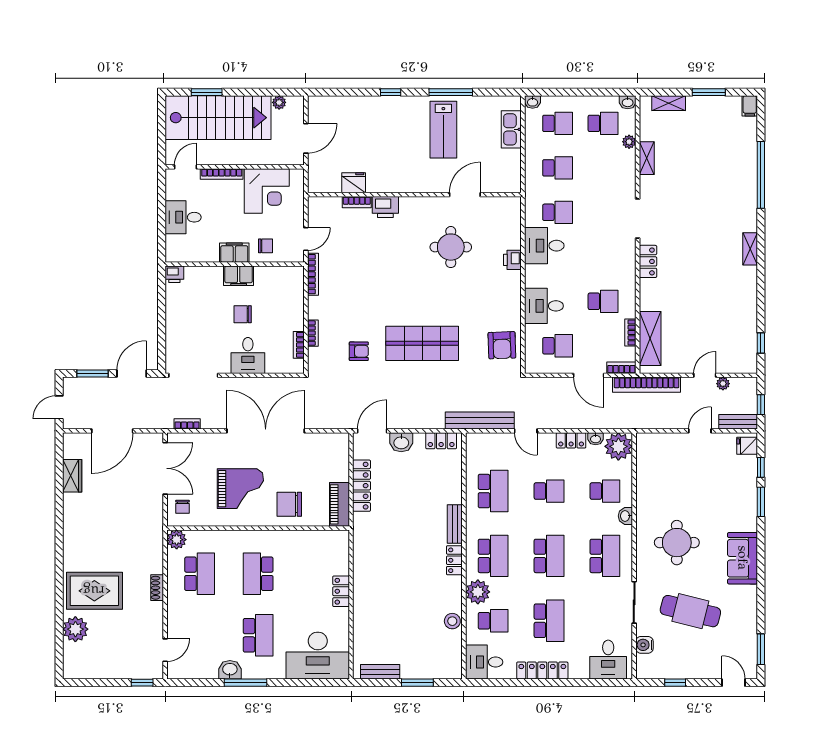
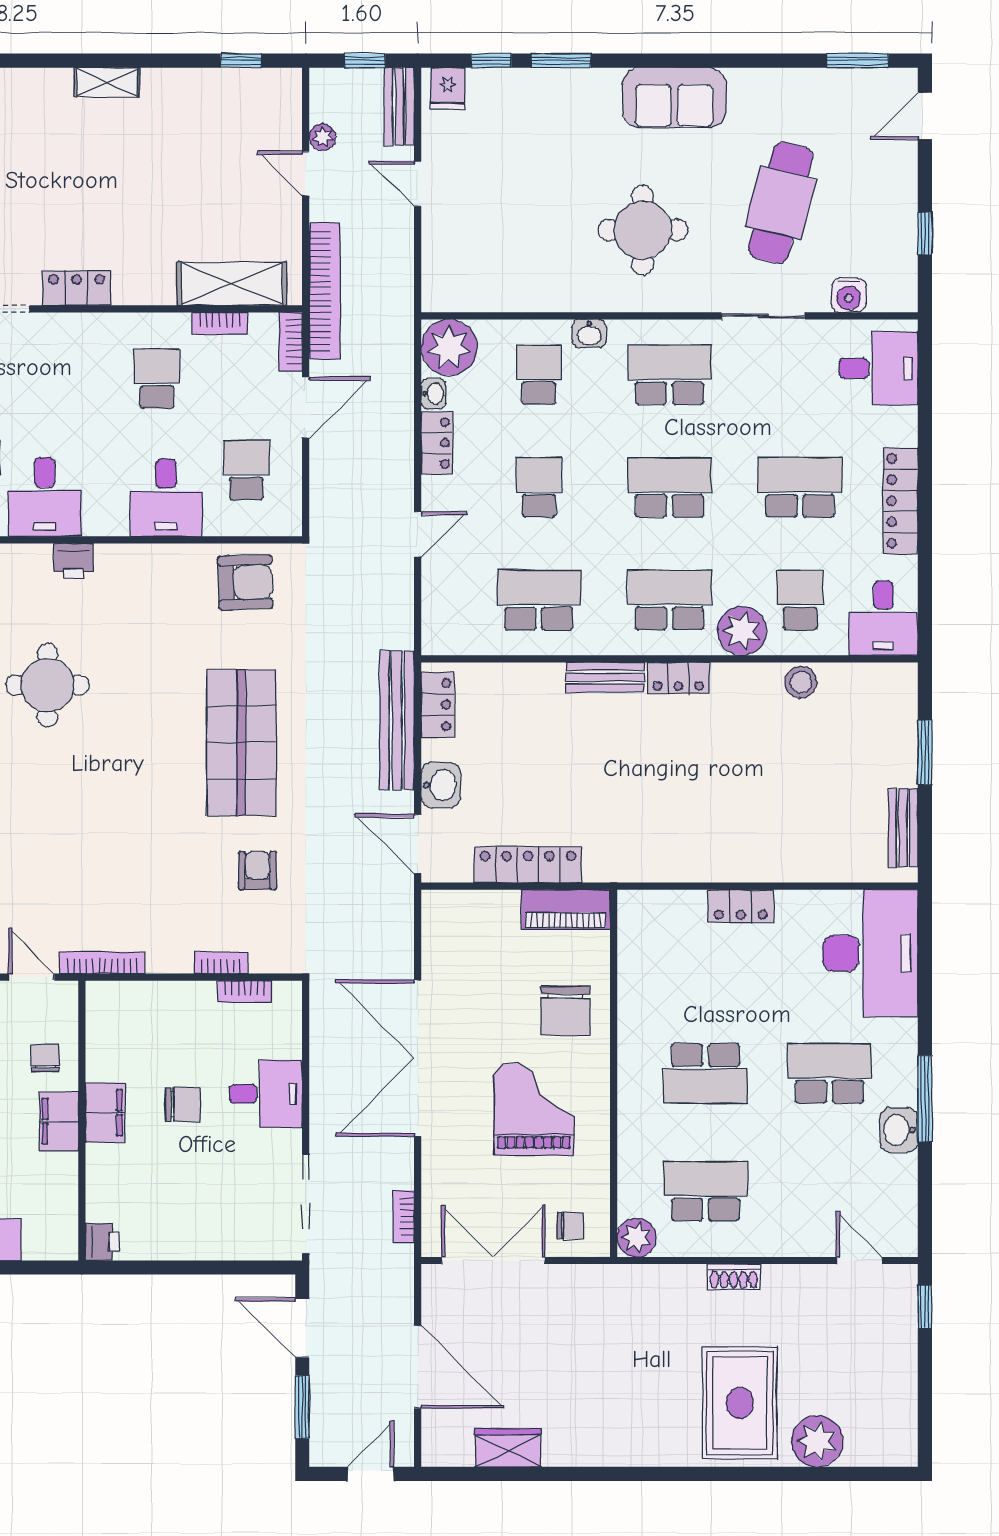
shelving: (750, 249) -> (107, 82), moved
chair: (243, 314) -> (183, 1104), turned -90
door: (59, 407) -> (370, 1474), swing flipped
bench: (480, 421) -> (397, 720), moved

